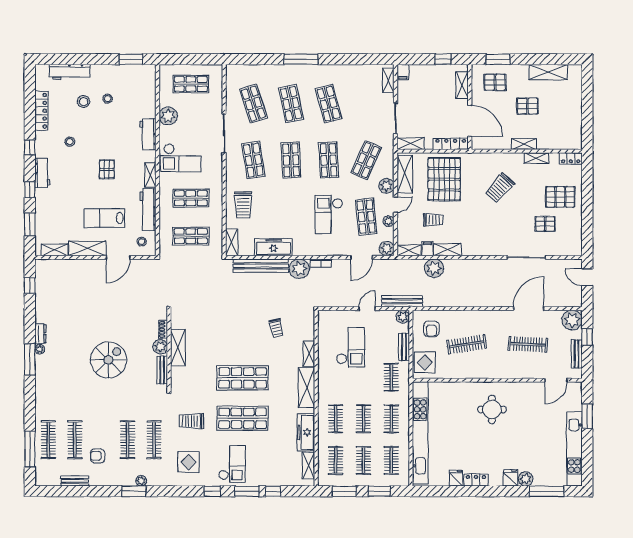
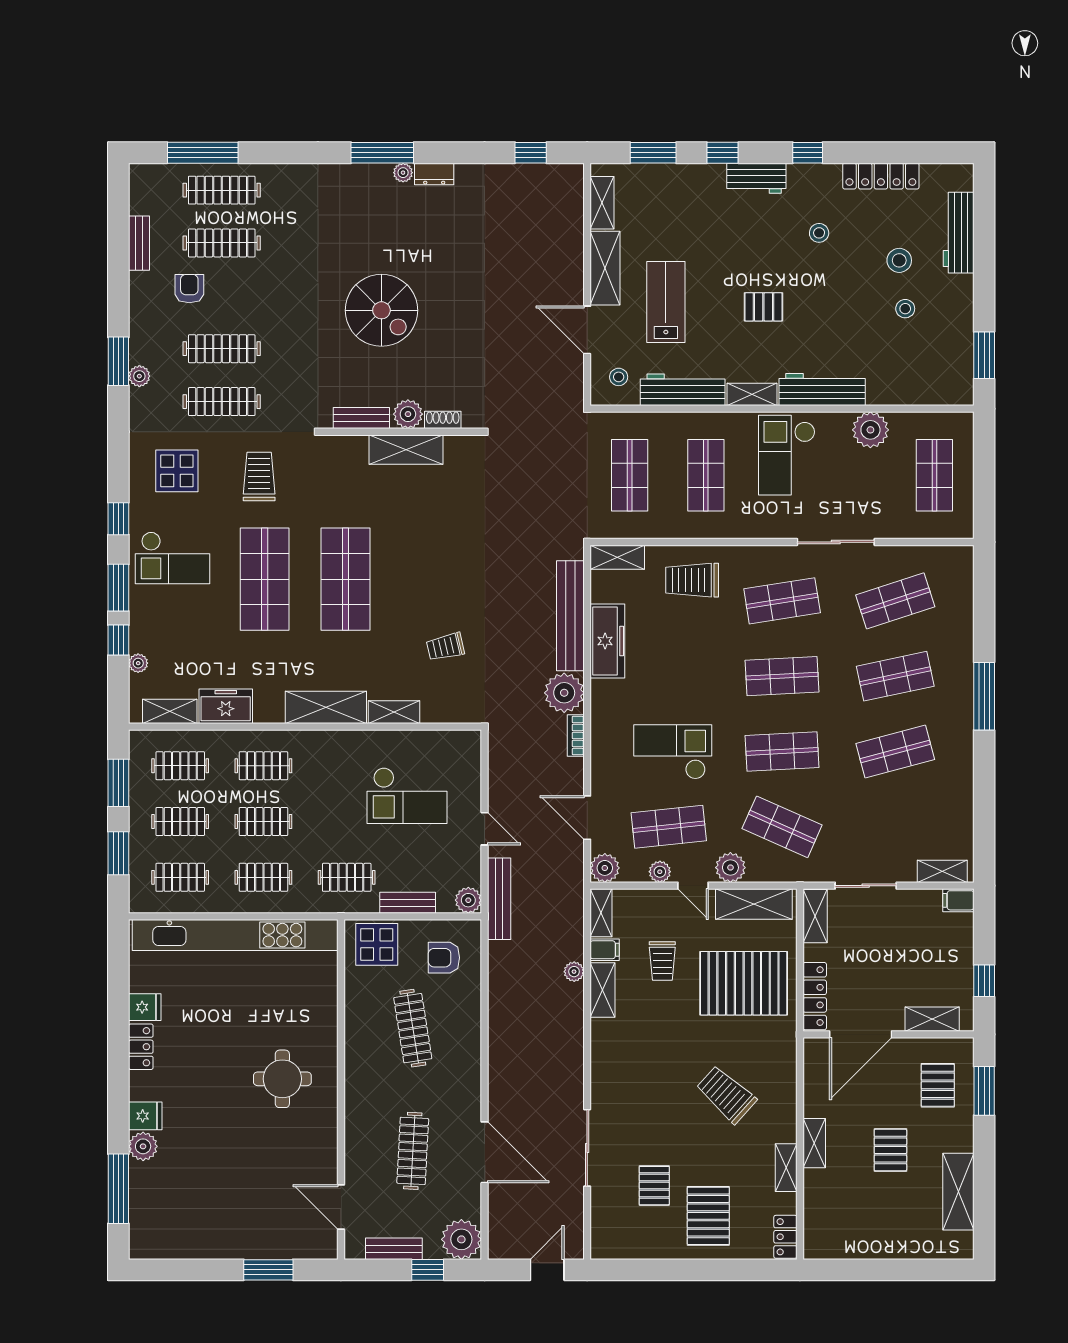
workbench: (148, 134) -> (822, 389), width x1.38
plant: (434, 268) -> (574, 972), width x0.53, depth x0.53
freezer: (306, 432) -> (226, 706), width x0.71
kitchen unit: (574, 449) -> (203, 1244), removed
plant: (284, 481) -> (138, 663), added

